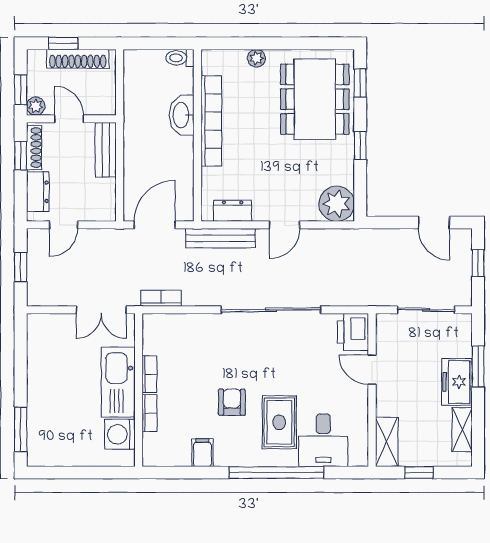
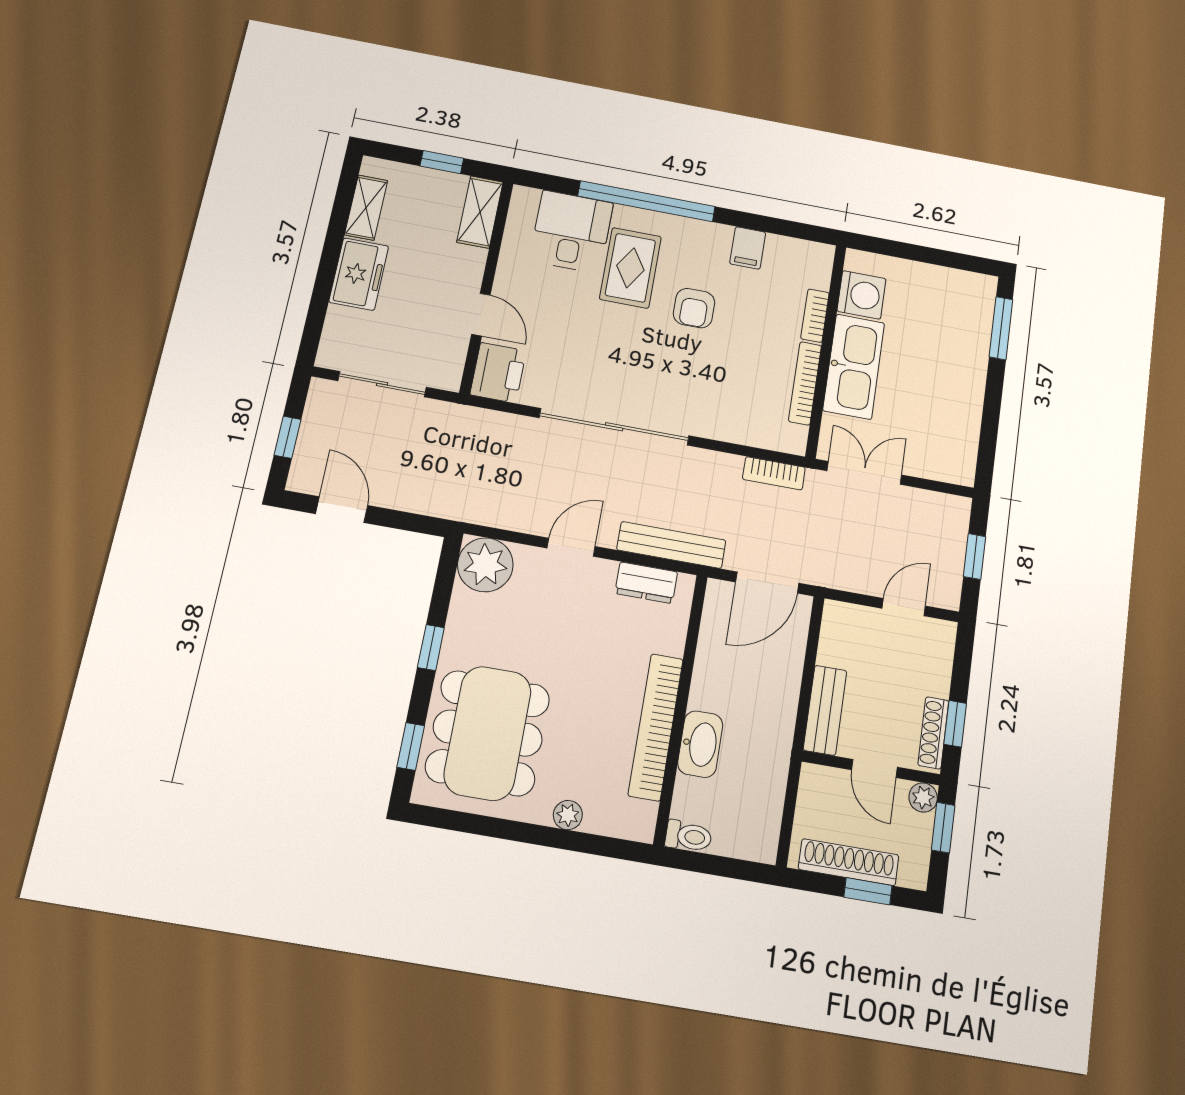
dresser: (38, 192) -> (936, 664), removed
window: (478, 366) -> (322, 290), removed
bookcase: (149, 374) -> (805, 383), width x1.56

